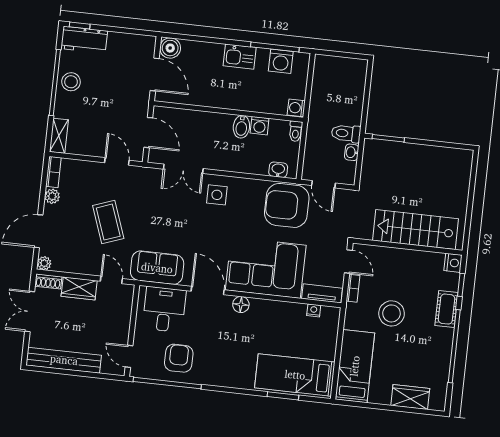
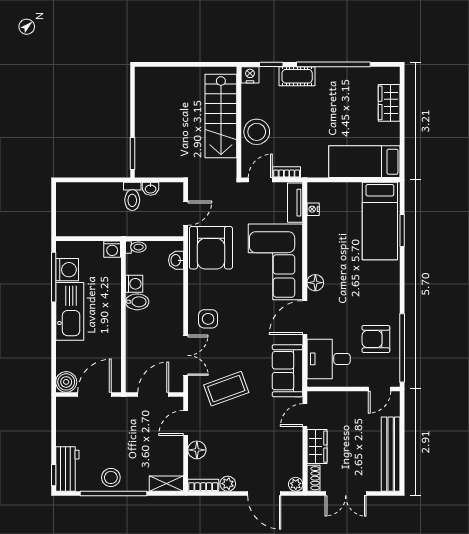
kitchen sink: (240, 57) -> (70, 311), width x1.88, depth x1.24
floor lamp: (89, 170) -> (197, 450), added
coffee table: (108, 222) -> (226, 389), moved
stool: (392, 313) -> (257, 132), moved

